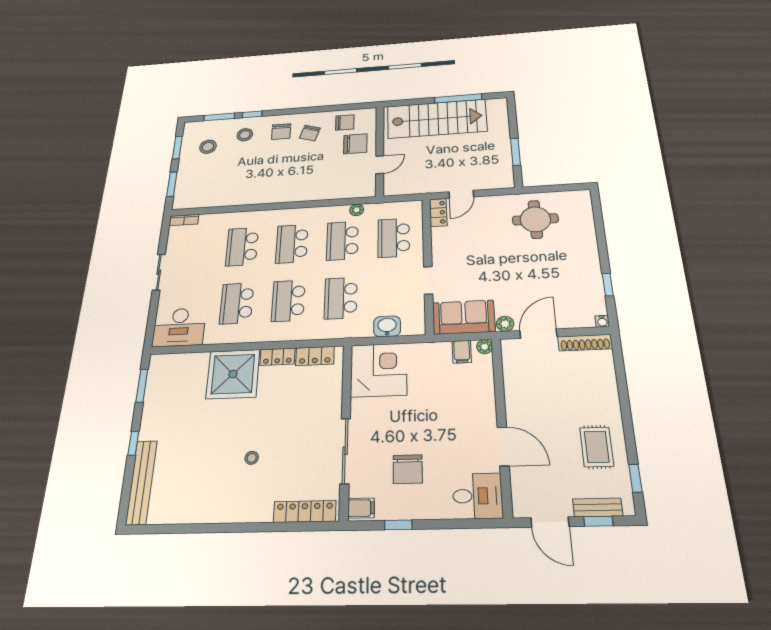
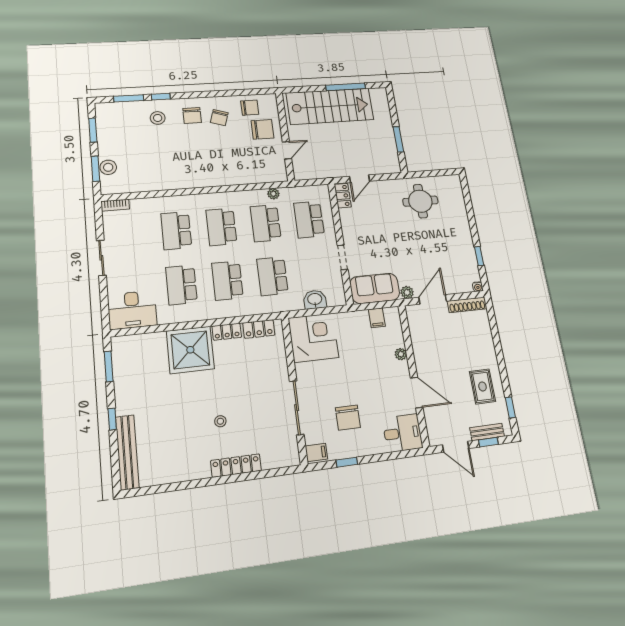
stool: (208, 147) -> (108, 167), moved
plant: (485, 347) -> (401, 354), moved
locker: (305, 511) -> (236, 466), moved

